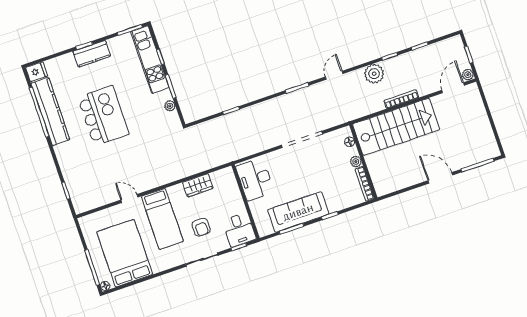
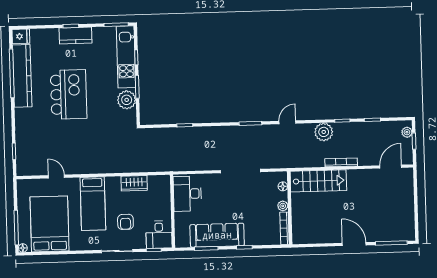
plant: (468, 75) -> (407, 132), moved
plant: (170, 106) -> (127, 100), width x1.87, depth x1.87
stairs: (396, 127) -> (318, 181), width x0.73, depth x0.66
door: (129, 199) -> (56, 177), moved

